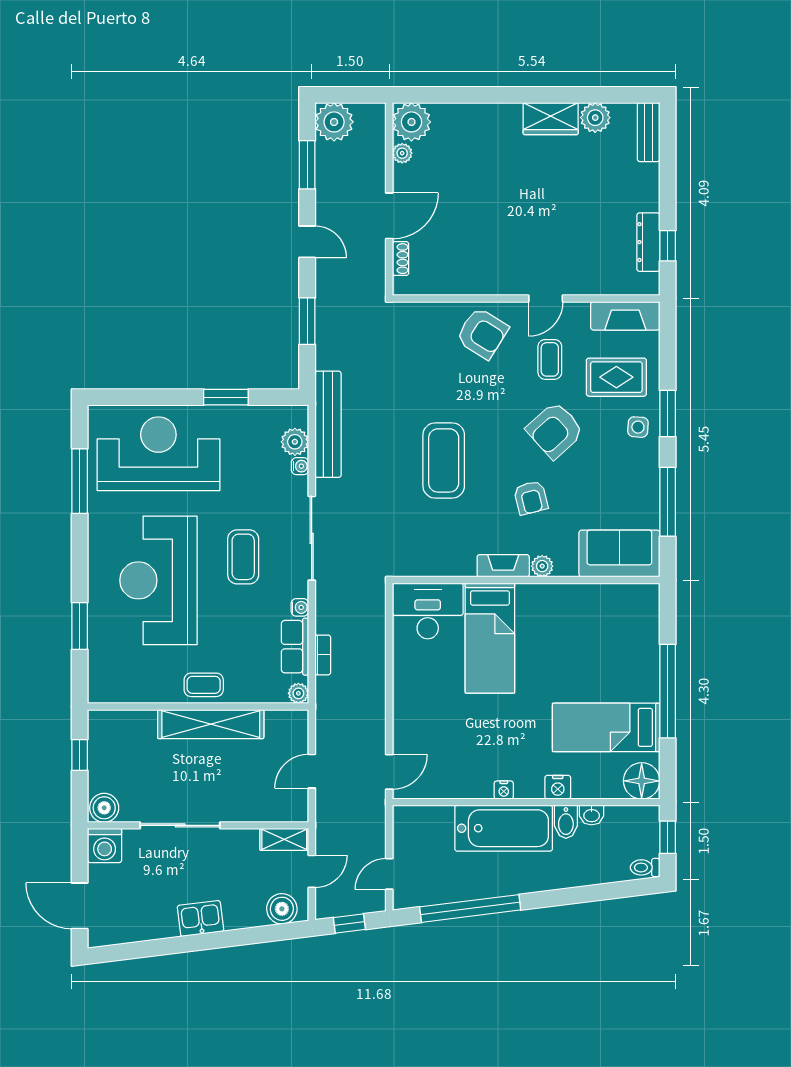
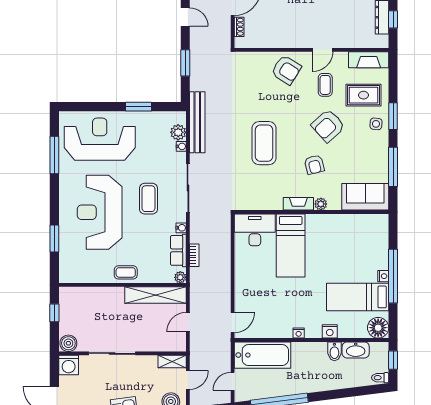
nightstand: (651, 691) -> (383, 276), added
shelving: (211, 724) -> (156, 295), moved
washbasin: (592, 815) -> (356, 350), width x1.91, depth x1.45
bathtub: (504, 828) -> (262, 355), moved

